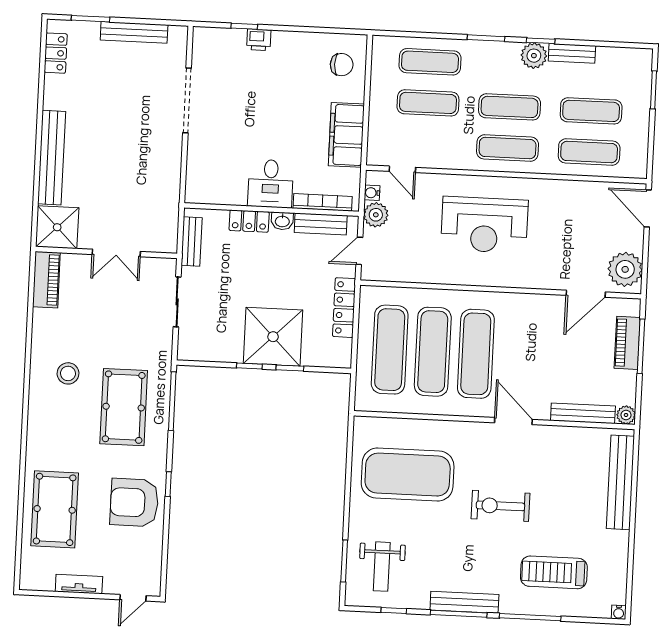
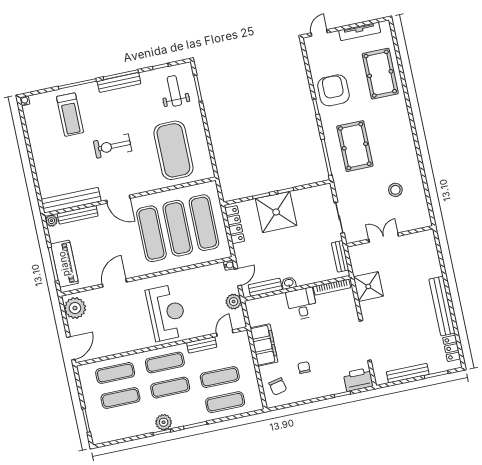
printer: (259, 40) -> (358, 380), moved, width x1.87, depth x1.48
bench: (572, 53) -> (202, 345), moved
chair: (342, 65) -> (278, 386), turned -102
chair: (293, 83) -> (304, 368), added
bench: (52, 158) -> (442, 306), moved
door: (402, 169) -> (225, 333), hinge flipped
water cooler: (372, 193) -> (229, 265), moved
bookcase: (323, 202) -> (332, 287), moved
door: (648, 208) -> (71, 348), hinge flipped
locker: (249, 221) -> (309, 278), removed
reception desk: (484, 225) -> (167, 313), turned 90
shower: (57, 227) -> (368, 286), moved
piano: (46, 280) -> (421, 211), removed
door: (586, 294) -> (114, 283), moved
locker: (344, 308) -> (235, 225), moved
piano: (627, 343) -> (64, 264), width x1.37, depth x1.33
stool: (68, 373) -> (395, 190), moved
exercise mat: (408, 475) -> (173, 150), turned 90
bench: (620, 482) -> (71, 200), moved, turned 90
armchair: (134, 502) -> (333, 90), turned -90
exercise bike: (500, 506) -> (113, 146), turned 180
treadmill: (554, 572) -> (70, 115), turned 90
tv unit: (79, 584) -> (360, 31), width x1.41

